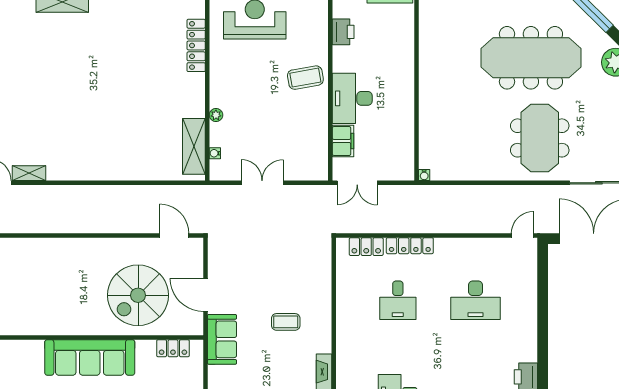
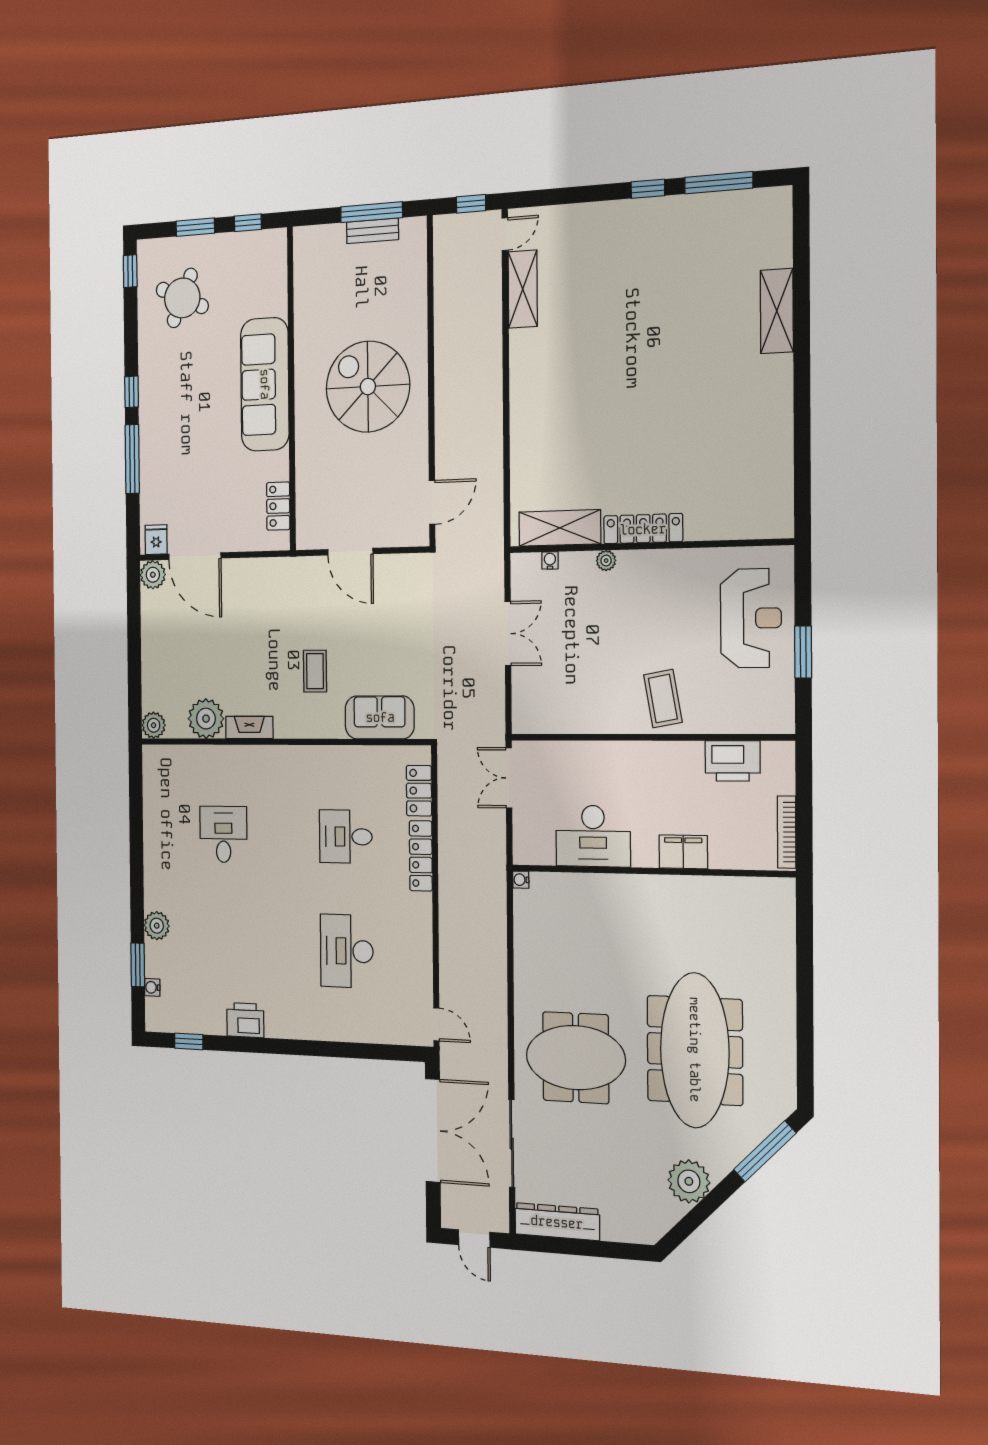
printer: (343, 32) -> (733, 761), width x1.37, depth x1.19
locker: (196, 45) -> (643, 529), moved
desk: (352, 98) -> (593, 836), moved, turned 180
filing cabinet: (343, 141) -> (683, 852), moved, turned 180
shelving: (29, 173) -> (523, 289), width x1.50, depth x1.33
spiral stairs: (138, 295) -> (368, 387), moved
door: (205, 295) -> (350, 552), swing flipped
sofa: (222, 339) -> (380, 717), moved, turned 180

